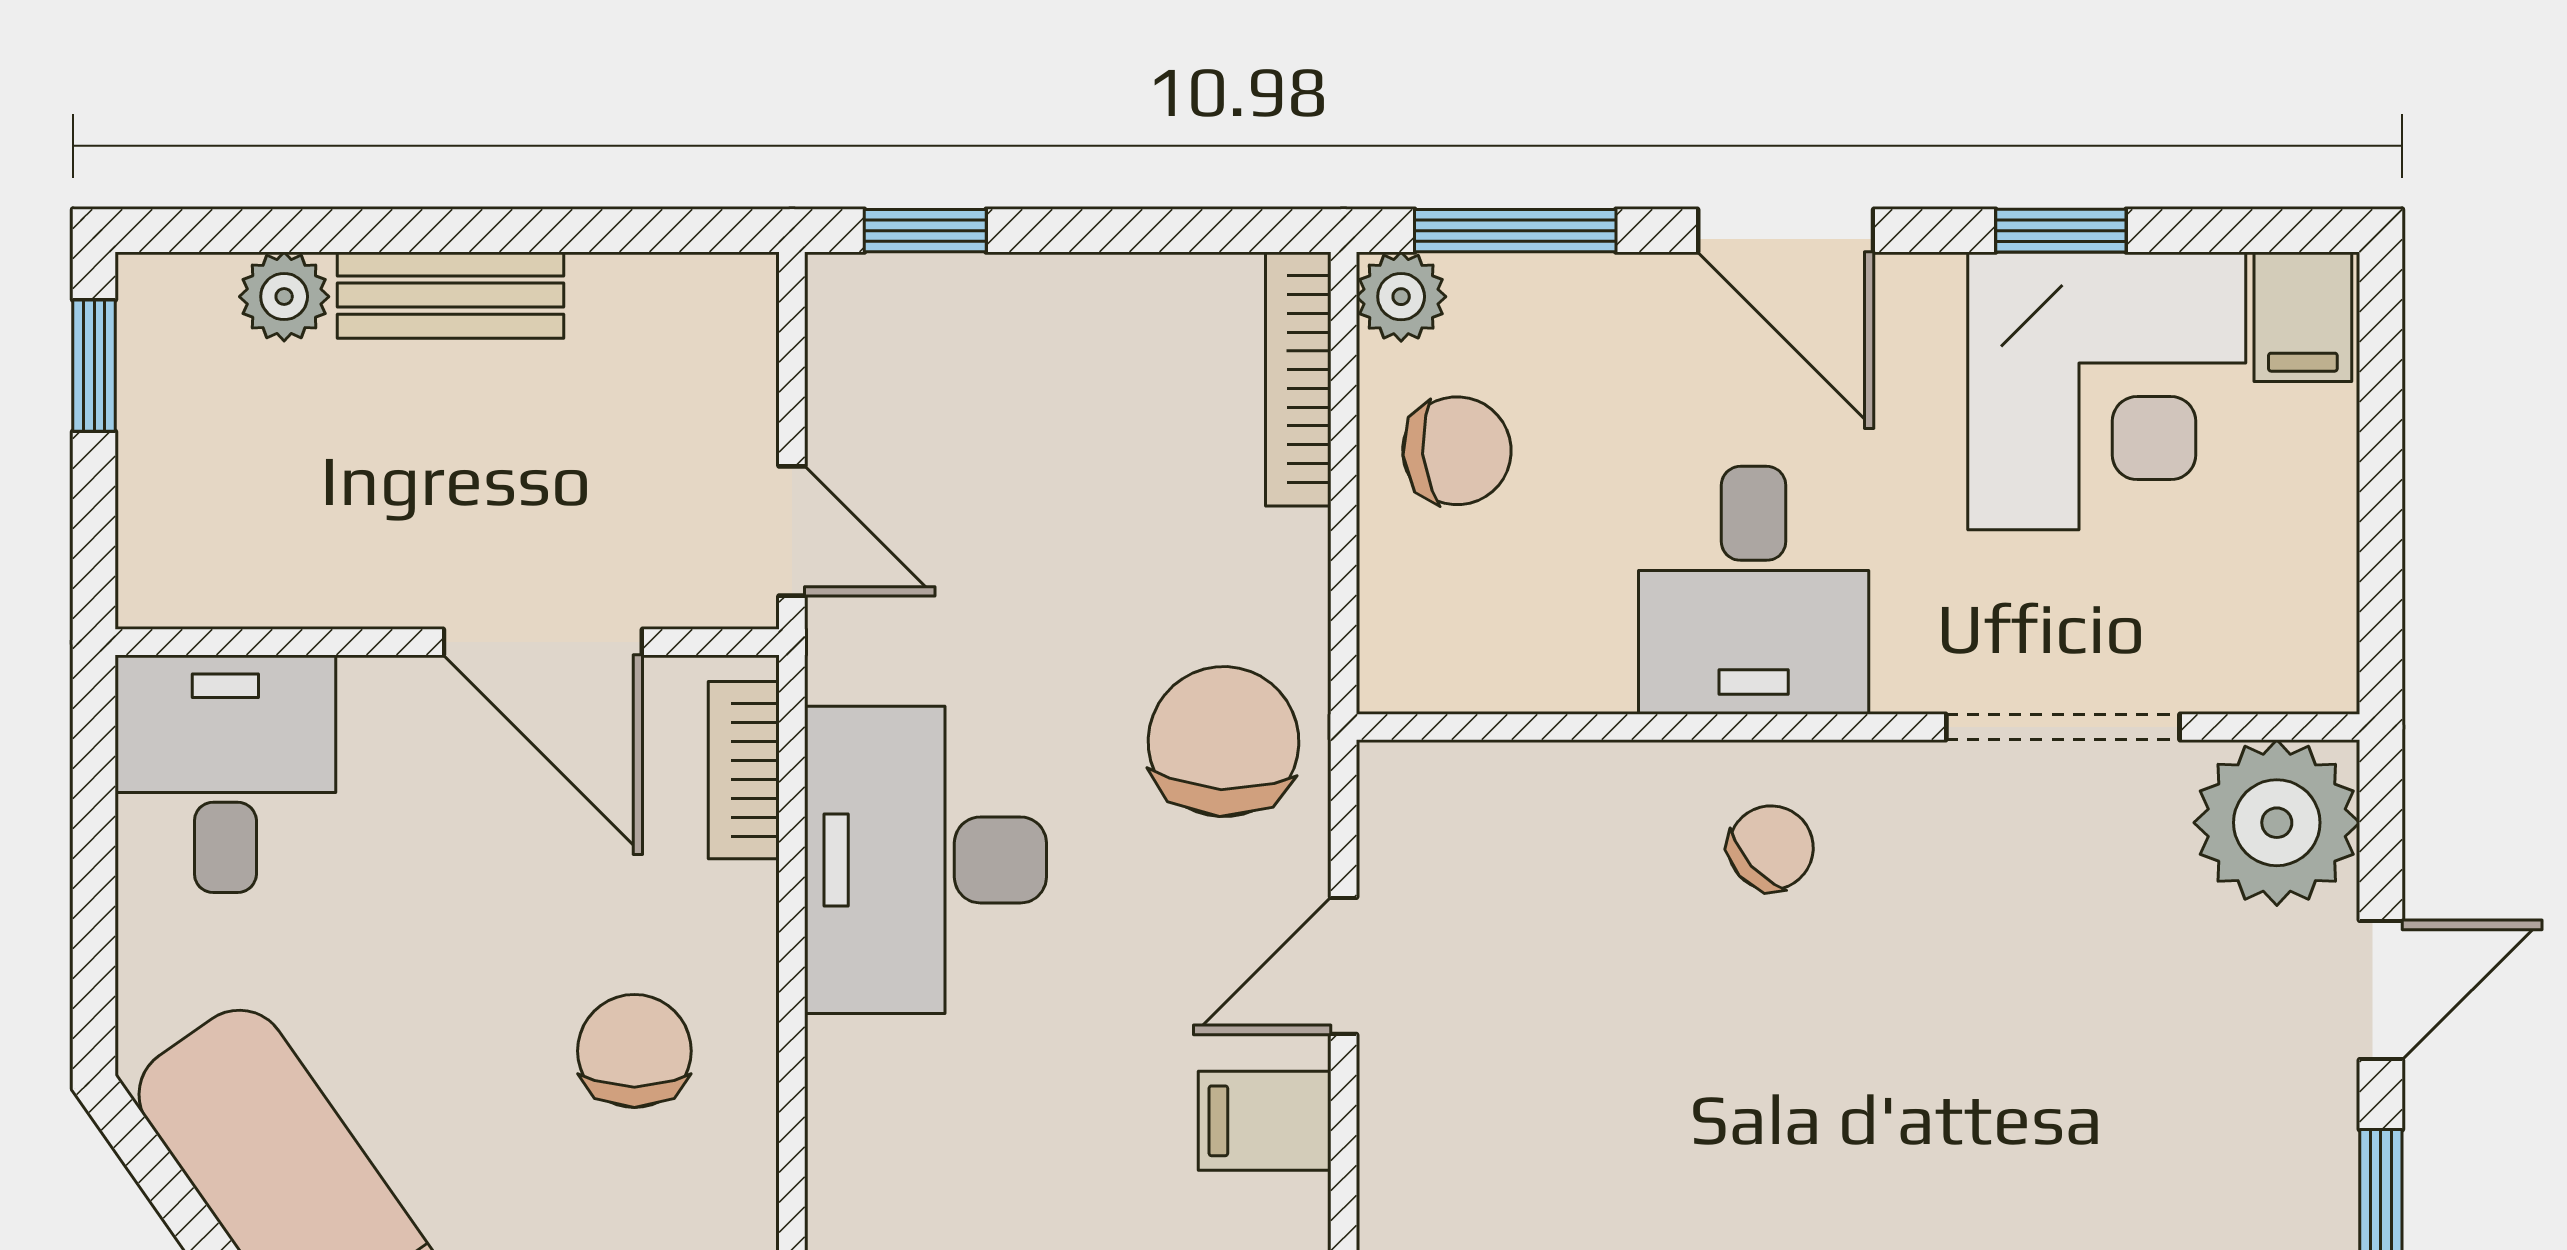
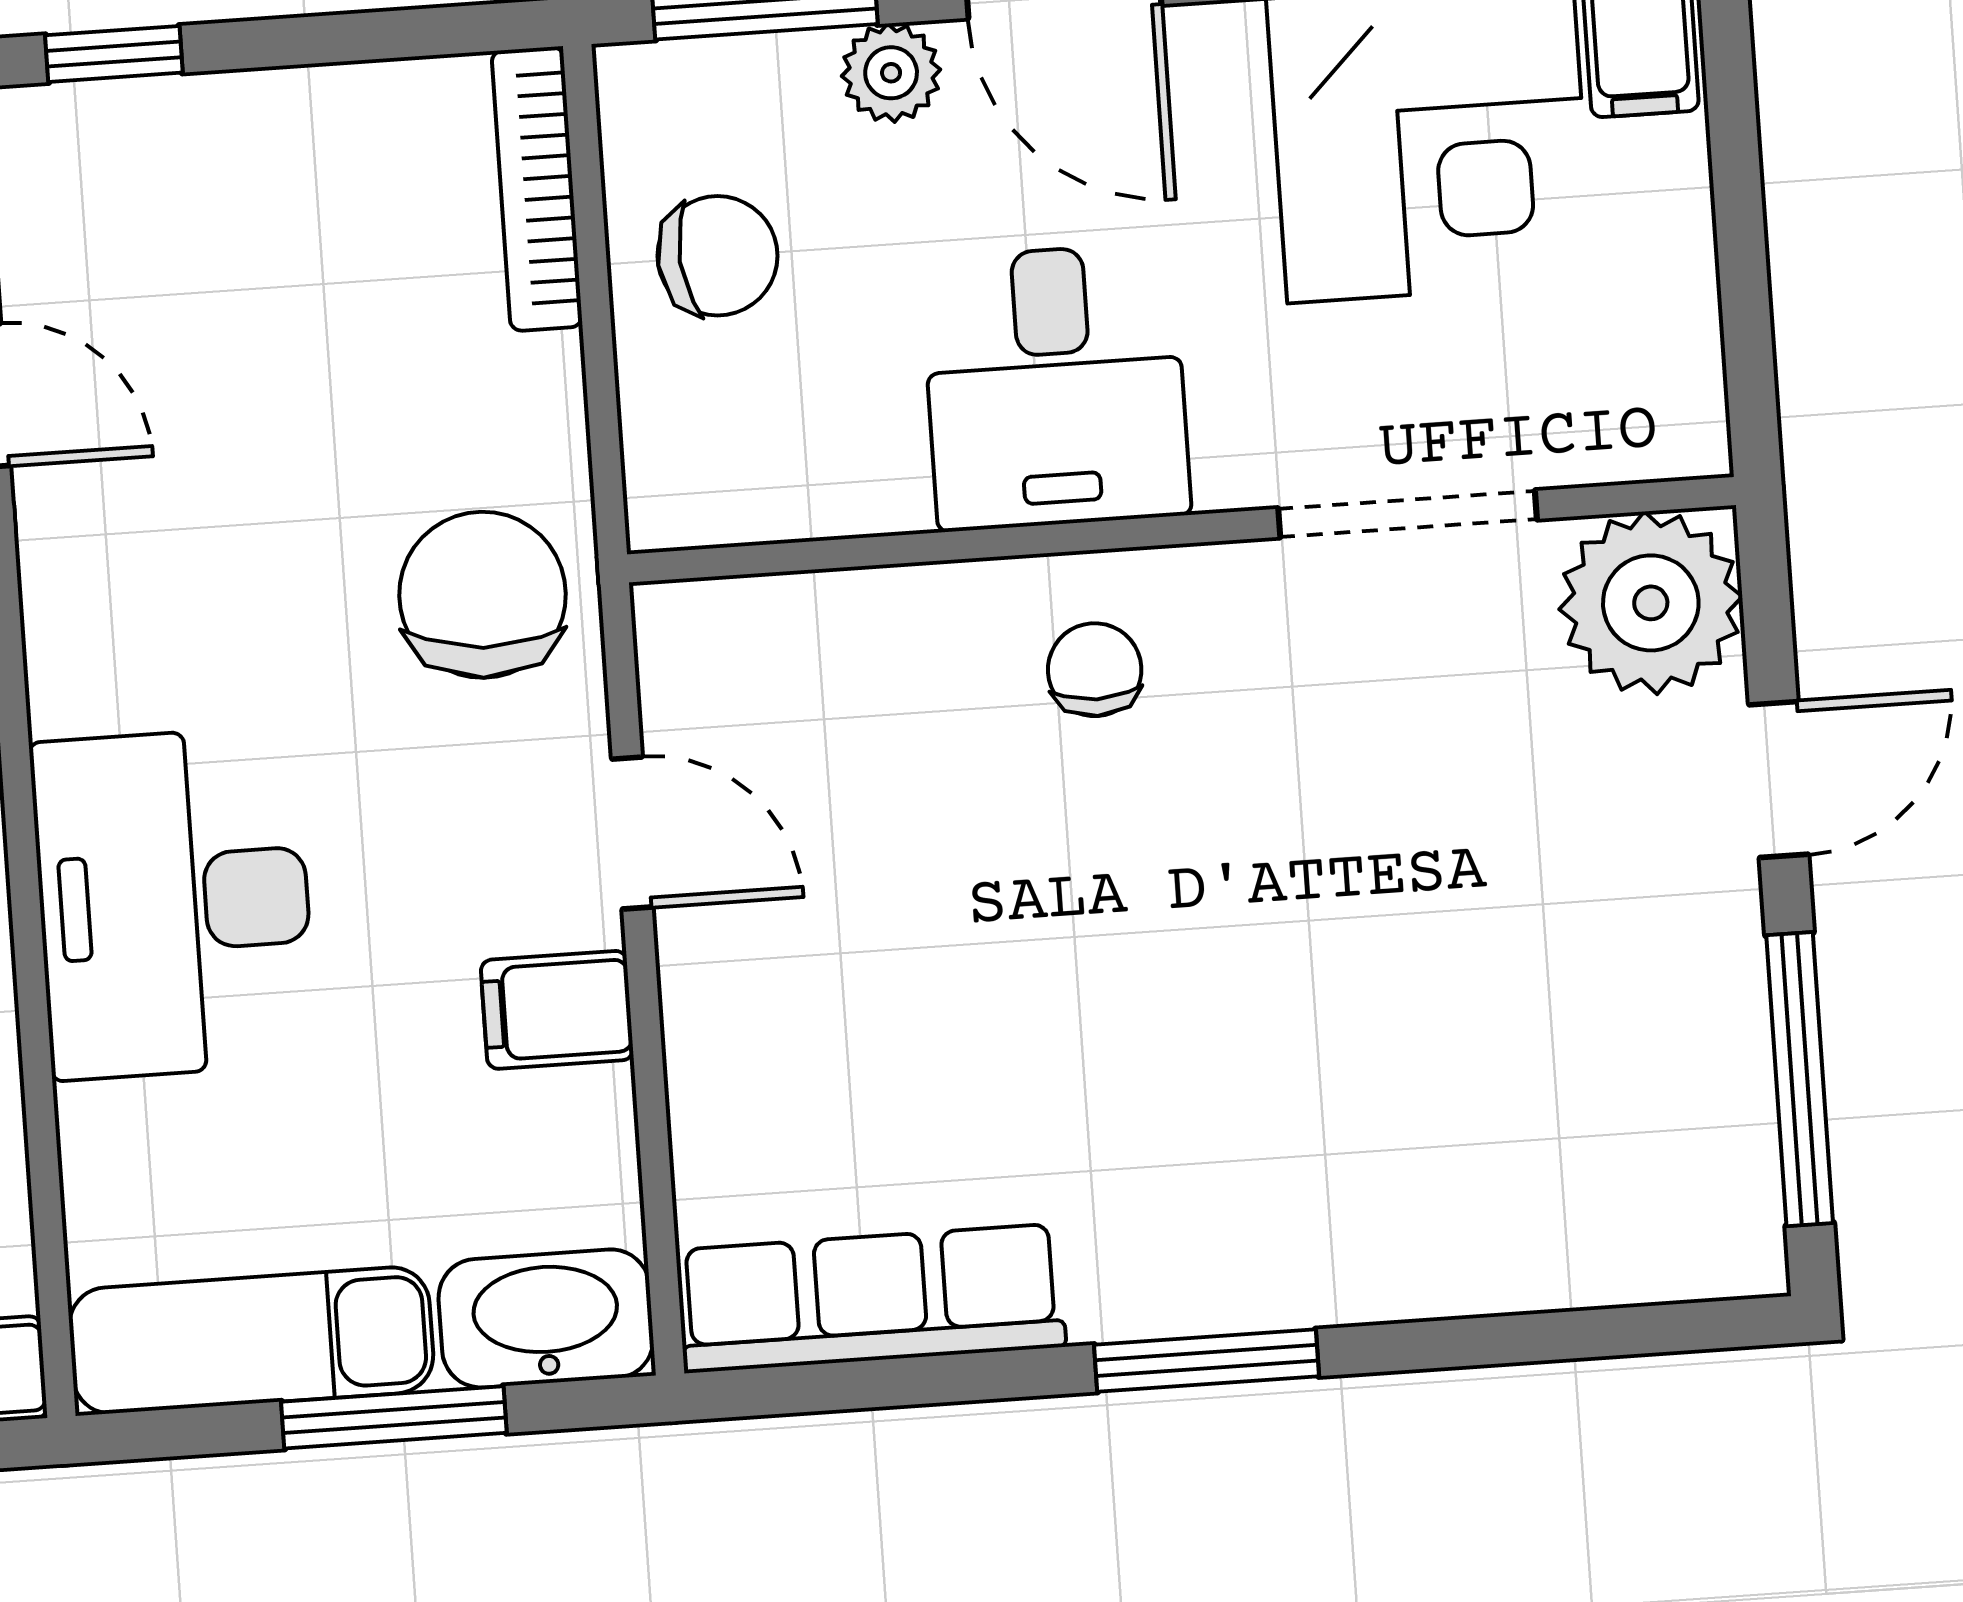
plant: (1401, 297) -> (891, 73), moved
chair: (1771, 848) -> (1095, 670), turned -48
desk: (926, 860) -> (174, 903), moved
door: (1344, 966) -> (632, 833), swing flipped

